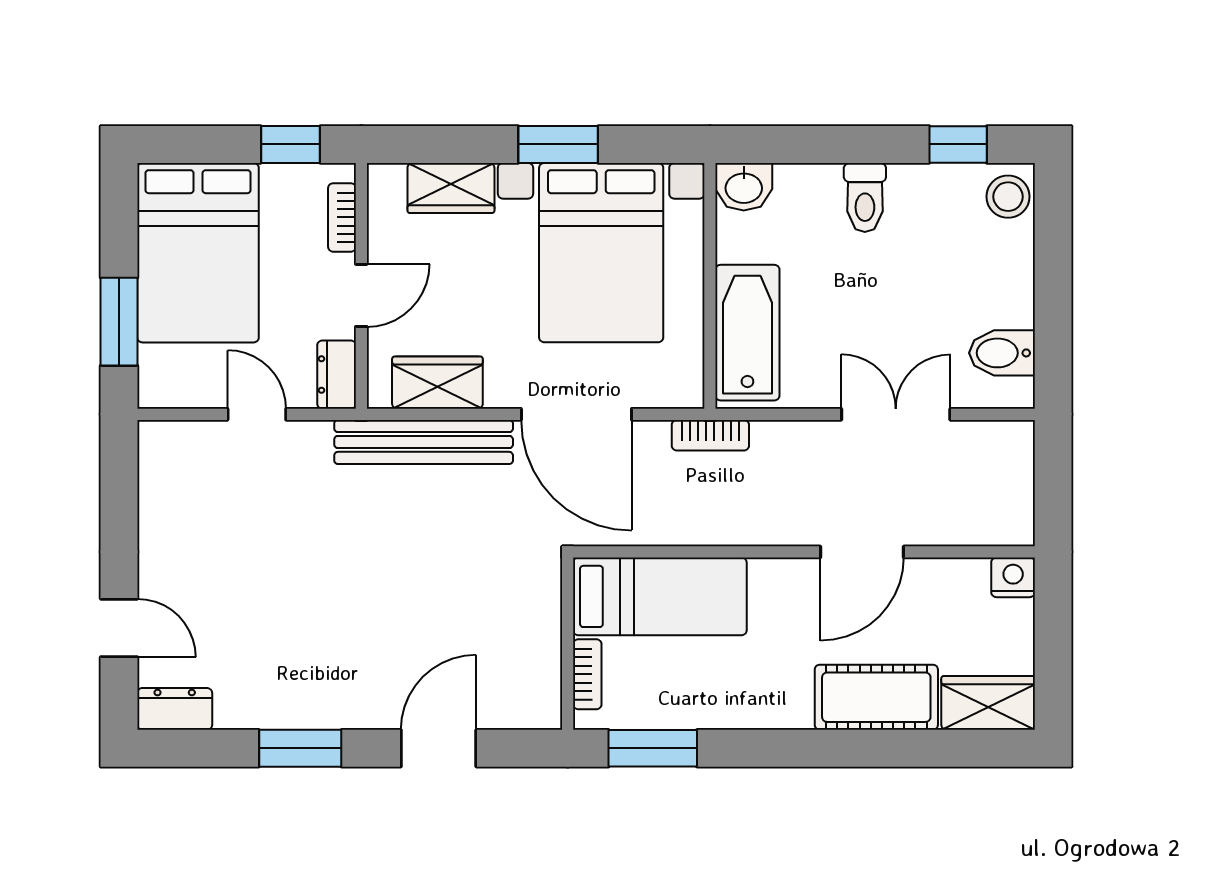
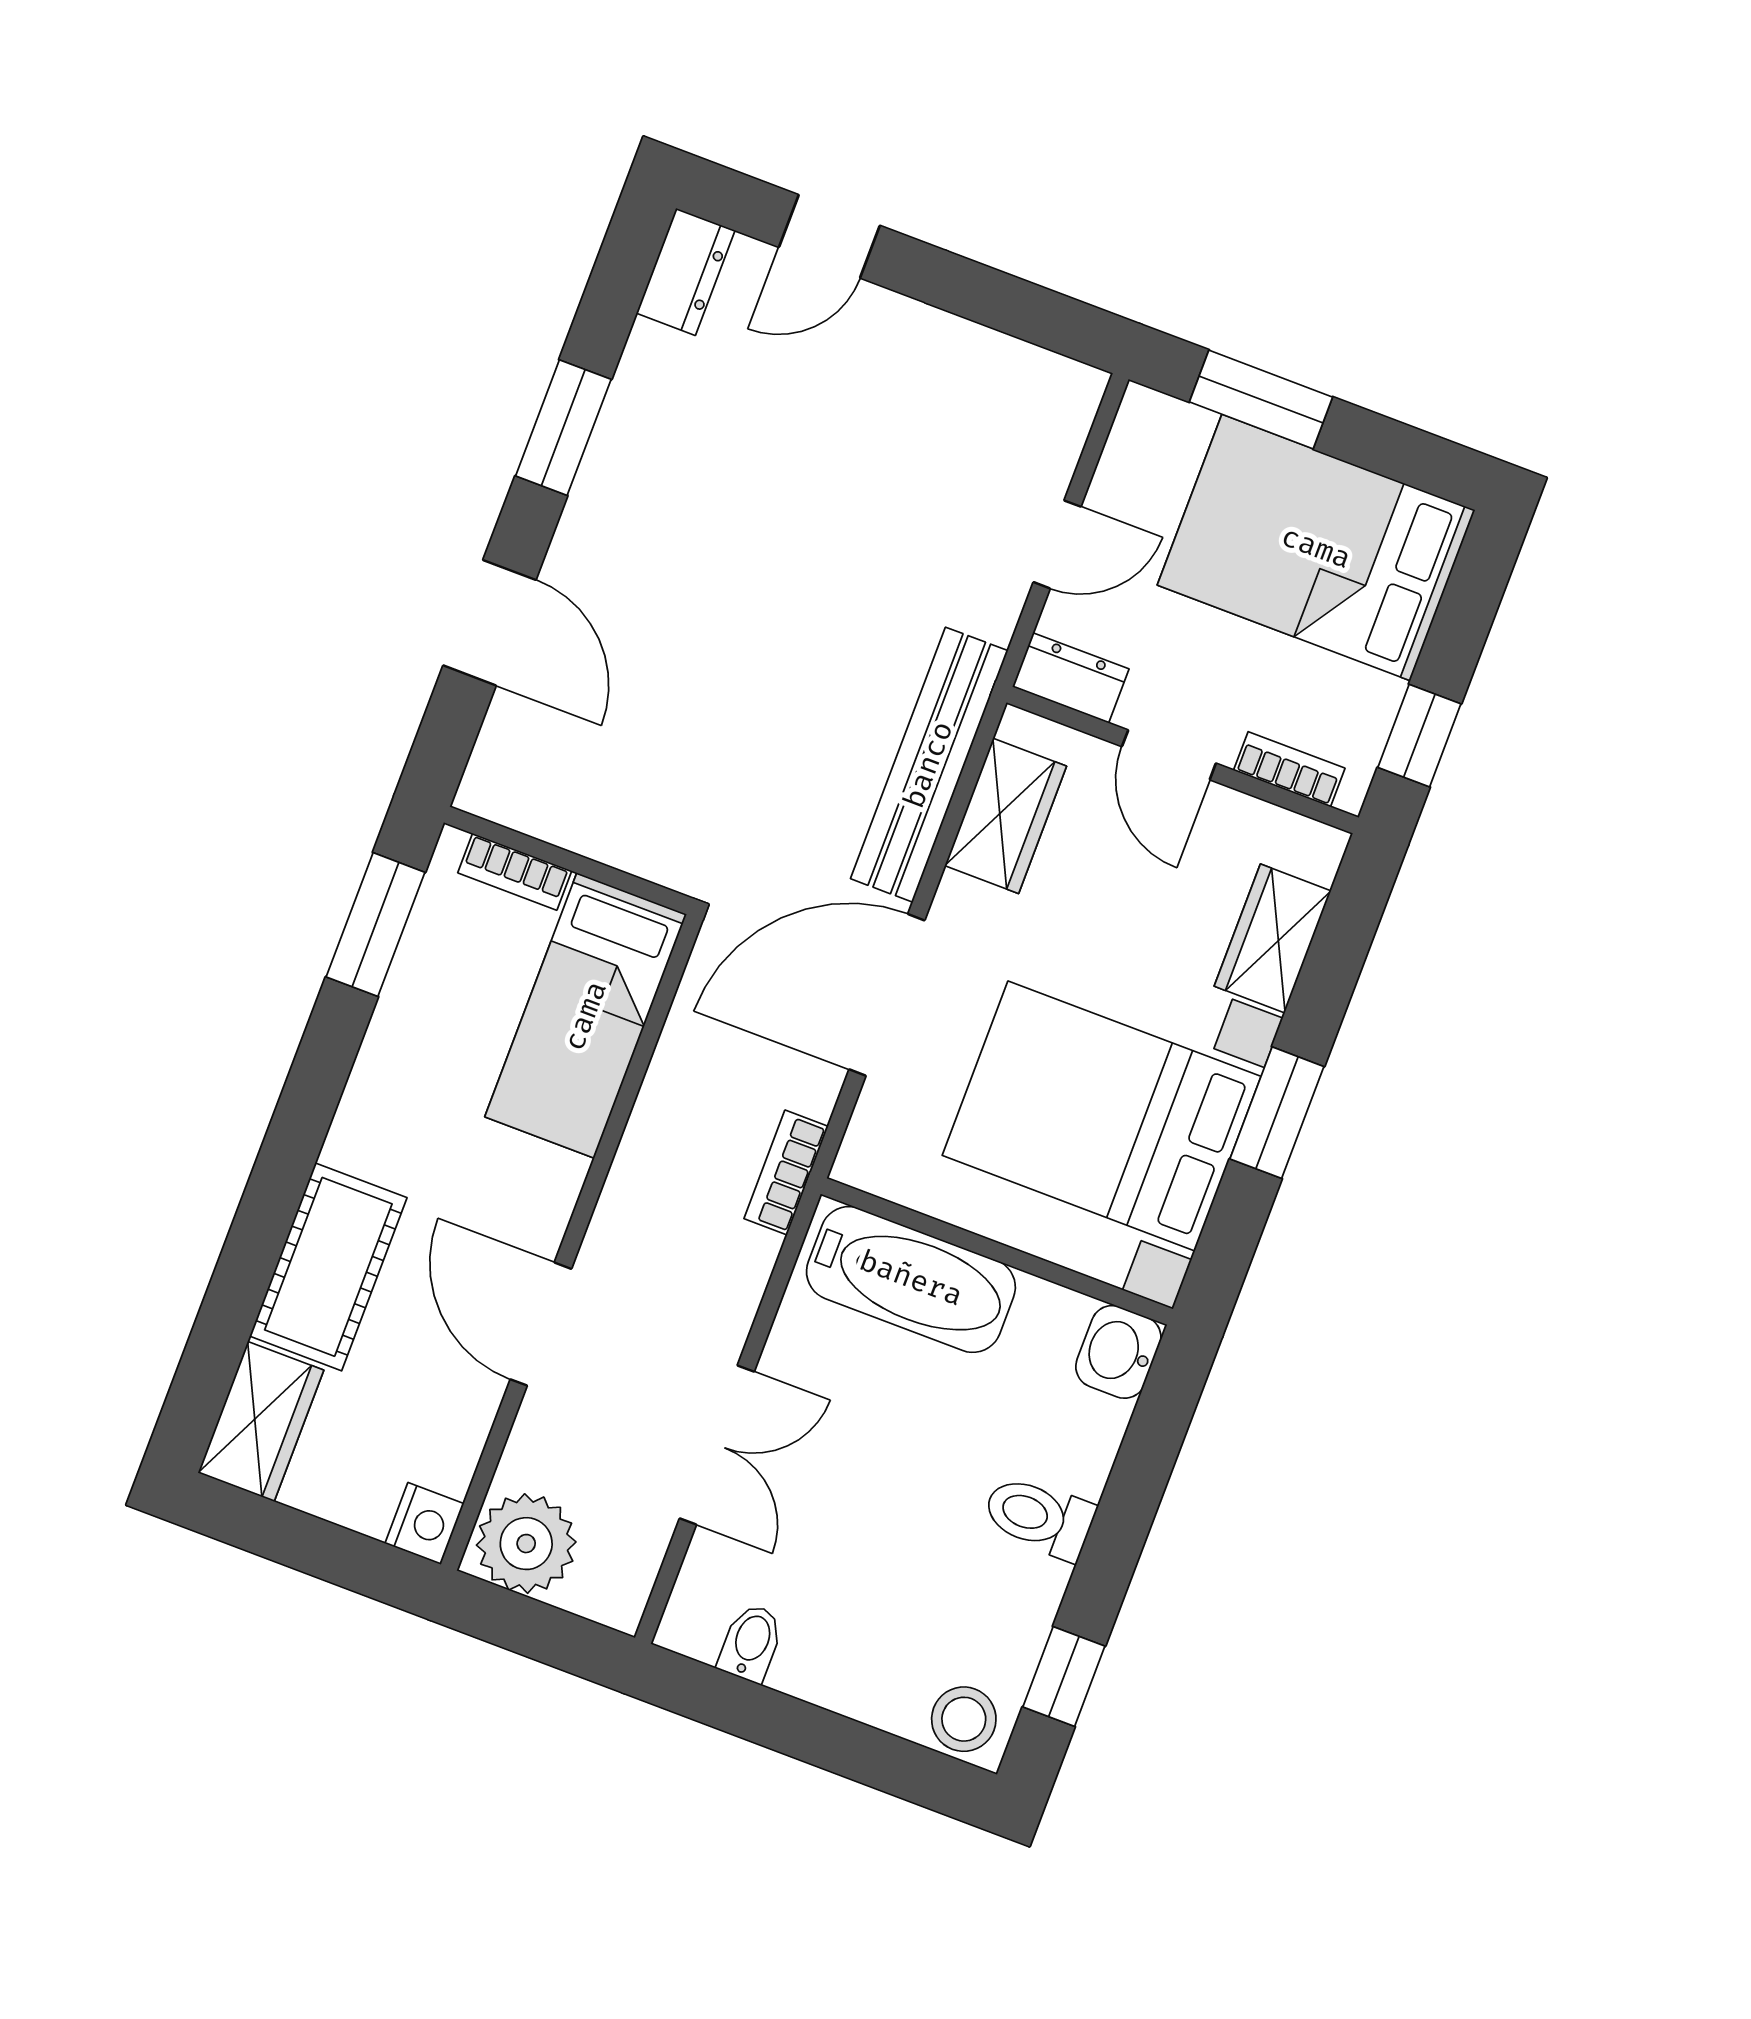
bidet: (1002, 353) -> (751, 1643), width x0.72, depth x0.74
plant: (1002, 510) -> (526, 1544), added

